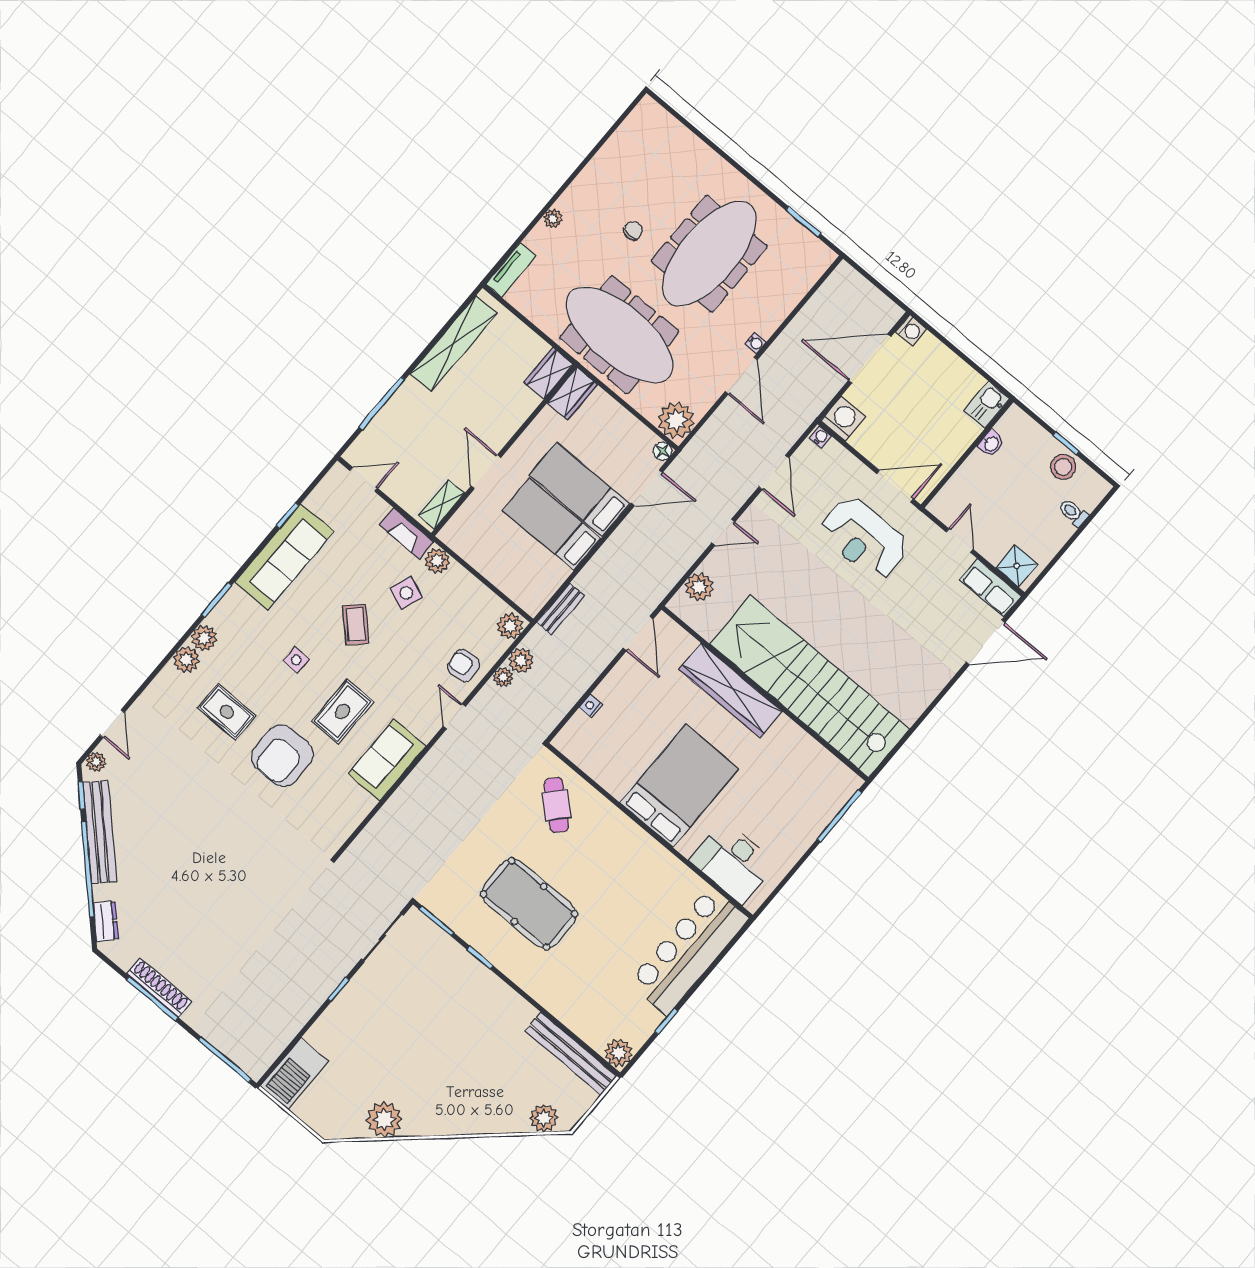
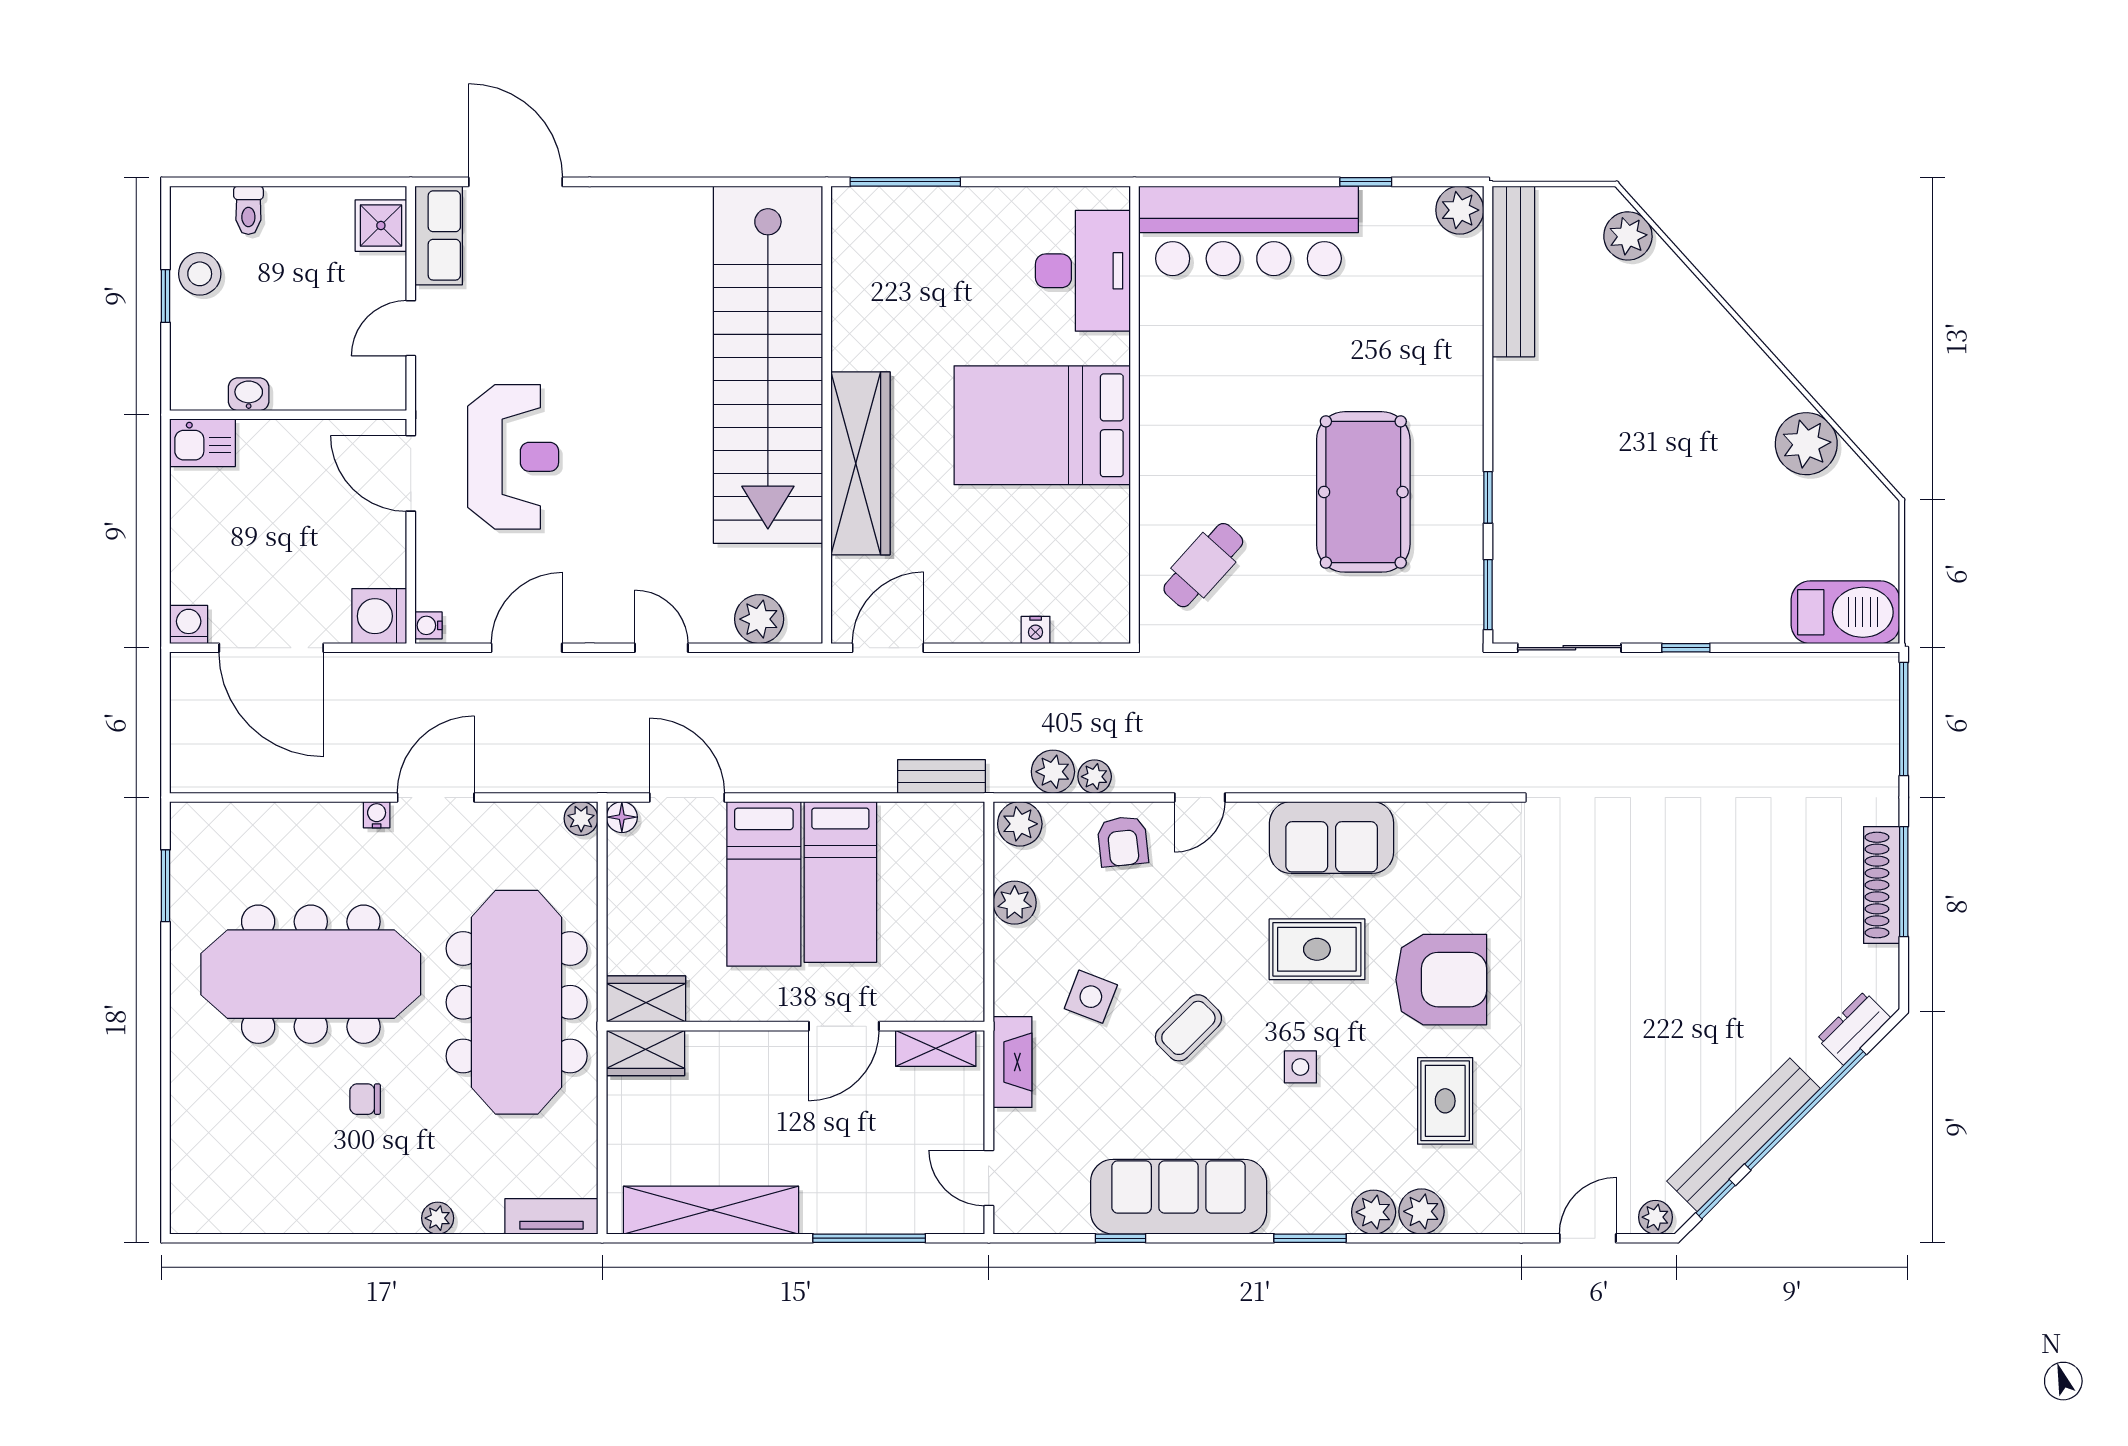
plant: (676, 420) -> (581, 818), width x0.53, depth x0.53
plant: (437, 561) -> (1015, 903), moved

